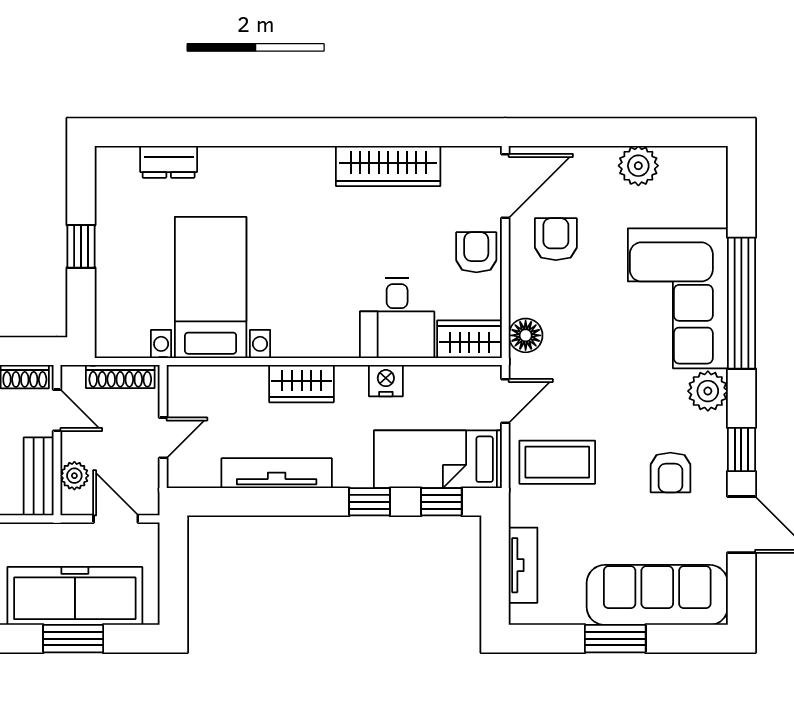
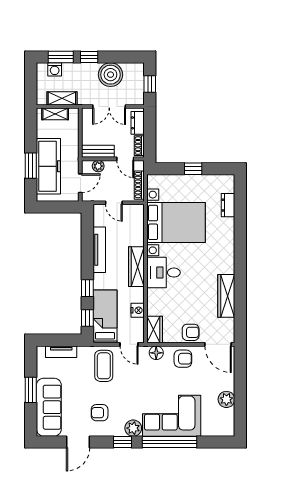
armchair: (556, 239) -> (183, 359), moved
bed with nightstands: (211, 287) -> (176, 222), width x1.36
desk: (397, 318) -> (163, 273), moved
nightstand: (386, 381) -> (138, 310), moved
wardrobe: (302, 384) -> (136, 267), width x1.50
door: (57, 410) -> (125, 159), hinge flipped
window: (741, 450) -> (122, 442), moved

